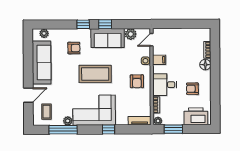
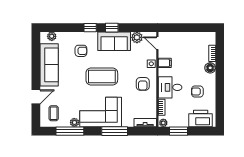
door: (152, 40) -> (157, 43), hinge flipped
window: (108, 129) -> (115, 131), width x2.17

